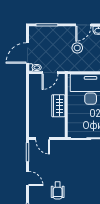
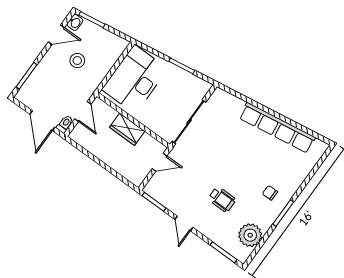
door: (83, 25) -> (56, 35), hinge flipped
door: (43, 139) -> (159, 162), moved
door: (28, 178) -> (184, 223), swing flipped

